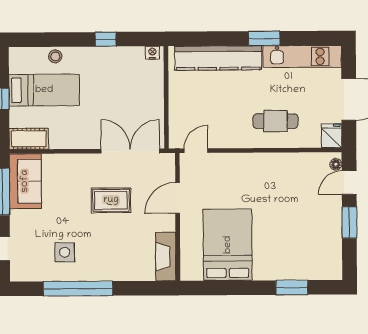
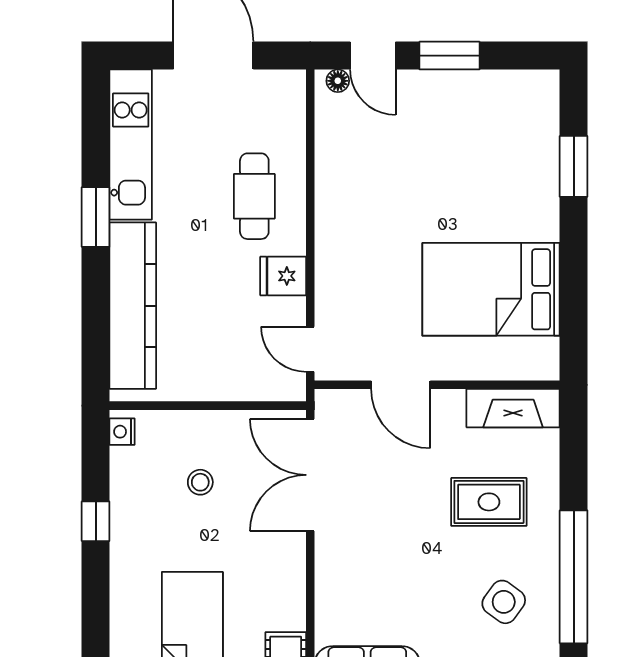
stool: (55, 56) -> (200, 482), moved
fridge: (332, 136) -> (283, 276), moved
rug: (111, 200) -> (489, 502), moved, turned 90
side table: (65, 252) -> (504, 602), turned 36

